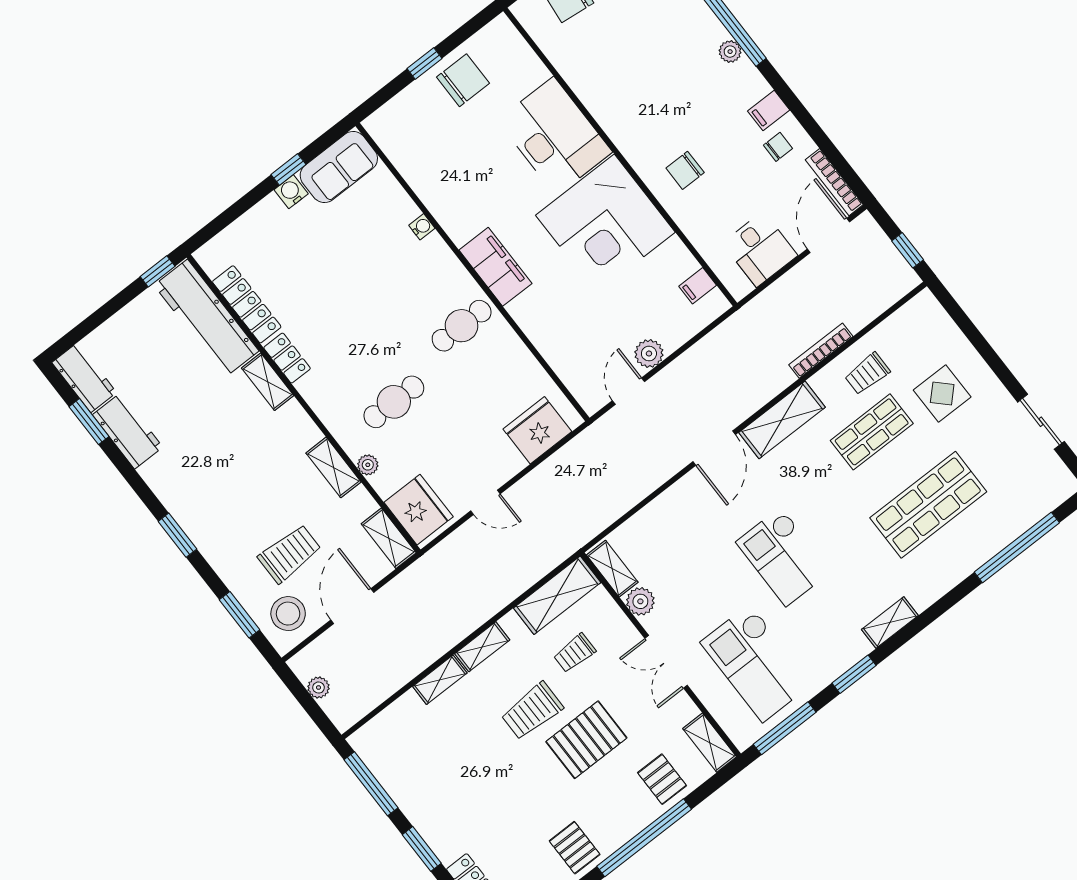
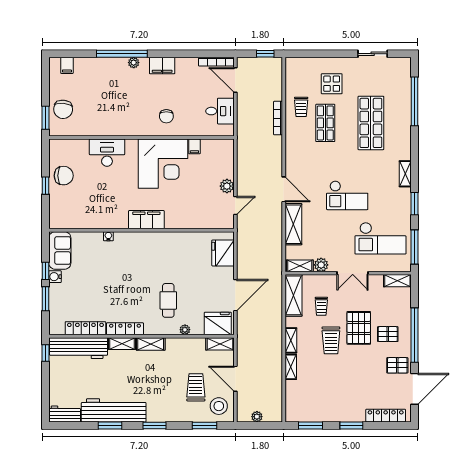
chair: (463, 80) -> (64, 176), turned 90
filing cabinet: (769, 111) -> (162, 65), width x2.00
desk: (555, 136) -> (107, 153), width x0.73, depth x0.77
chair: (778, 147) -> (185, 73), removed
window: (244, 204) -> (45, 299), added
filing cabinet: (698, 286) -> (194, 146), moved
cafe table: (462, 326) -> (159, 251), removed
locker: (287, 358) -> (125, 329), width x1.53
door: (628, 391) -> (235, 205), swing flipped
shelving: (782, 420) -> (293, 224), moved
window: (89, 422) -> (110, 425), moved
workbench: (128, 431) -> (114, 410), width x1.88, depth x1.32
shelving: (333, 467) -> (151, 344), moved
door: (485, 502) -> (235, 295), width x1.88
pallet: (662, 779) -> (388, 334), moved
window: (371, 784) -> (310, 425), width x0.69

